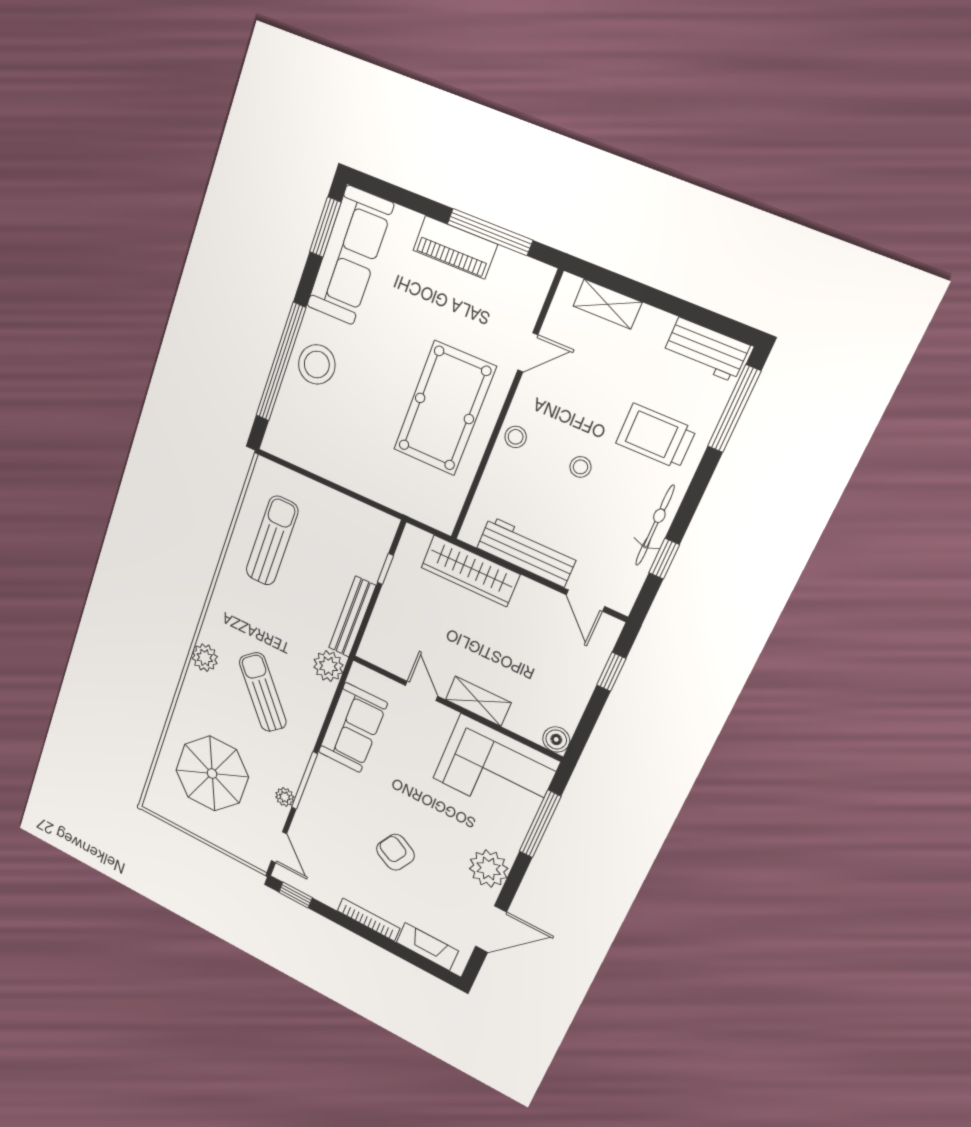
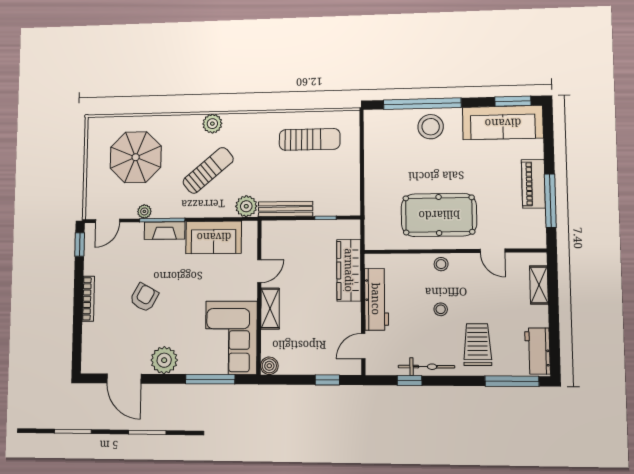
fireplace: (427, 947) -> (165, 231), moved, turned 90

